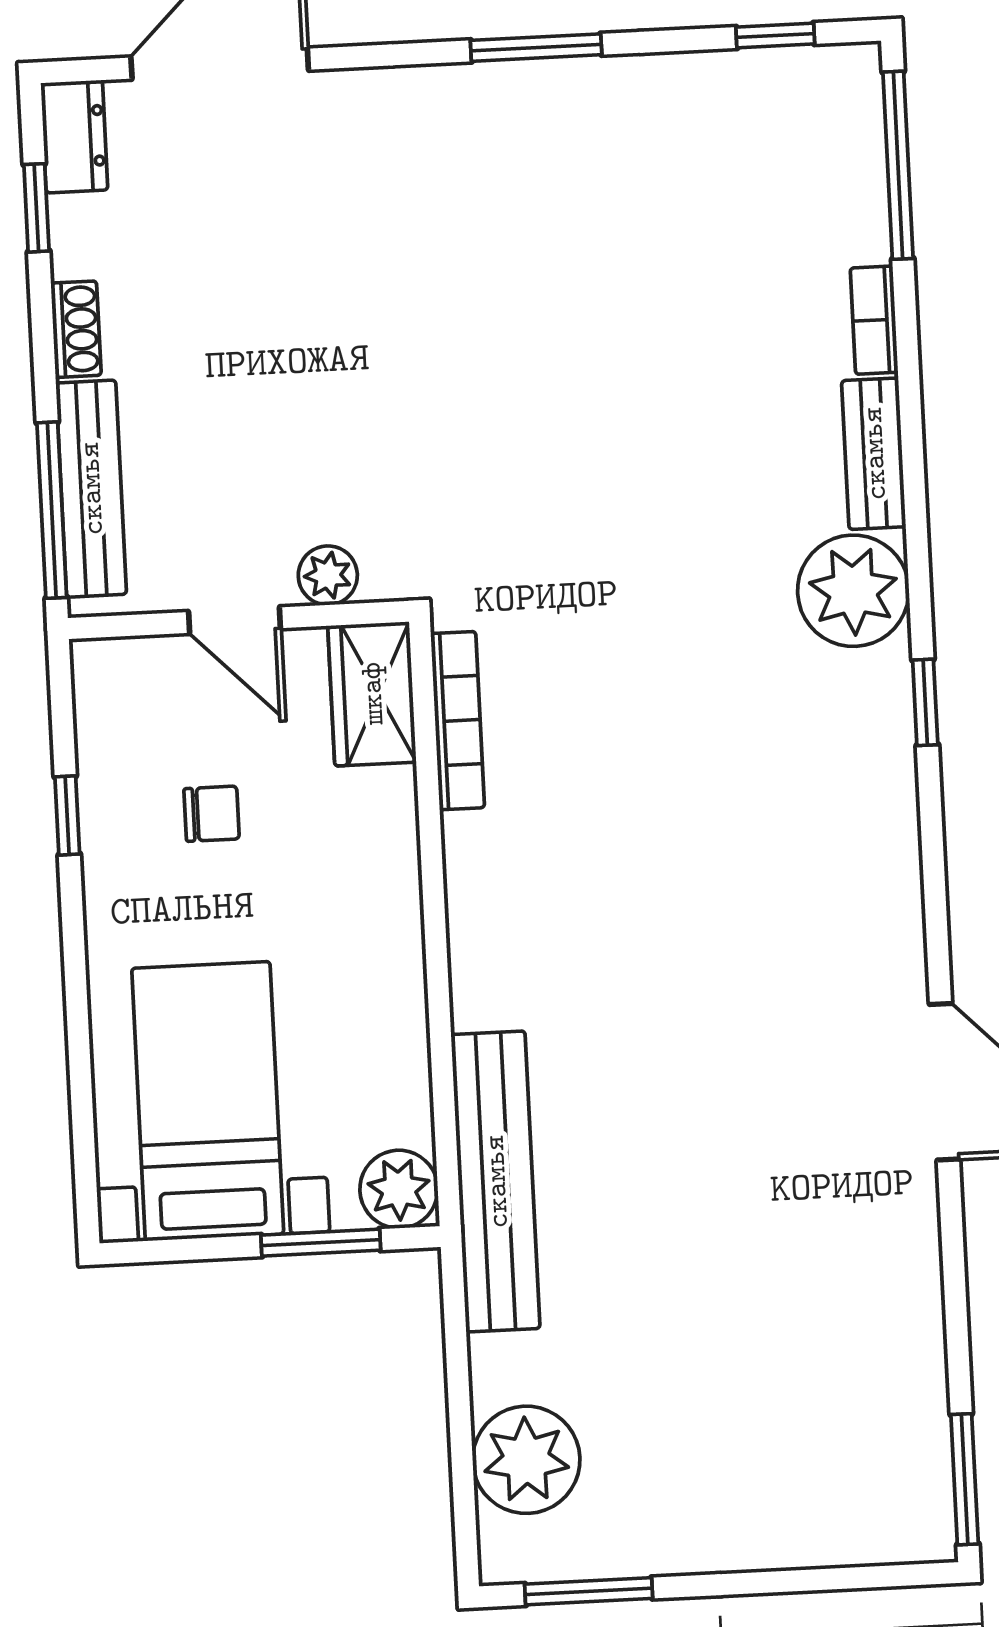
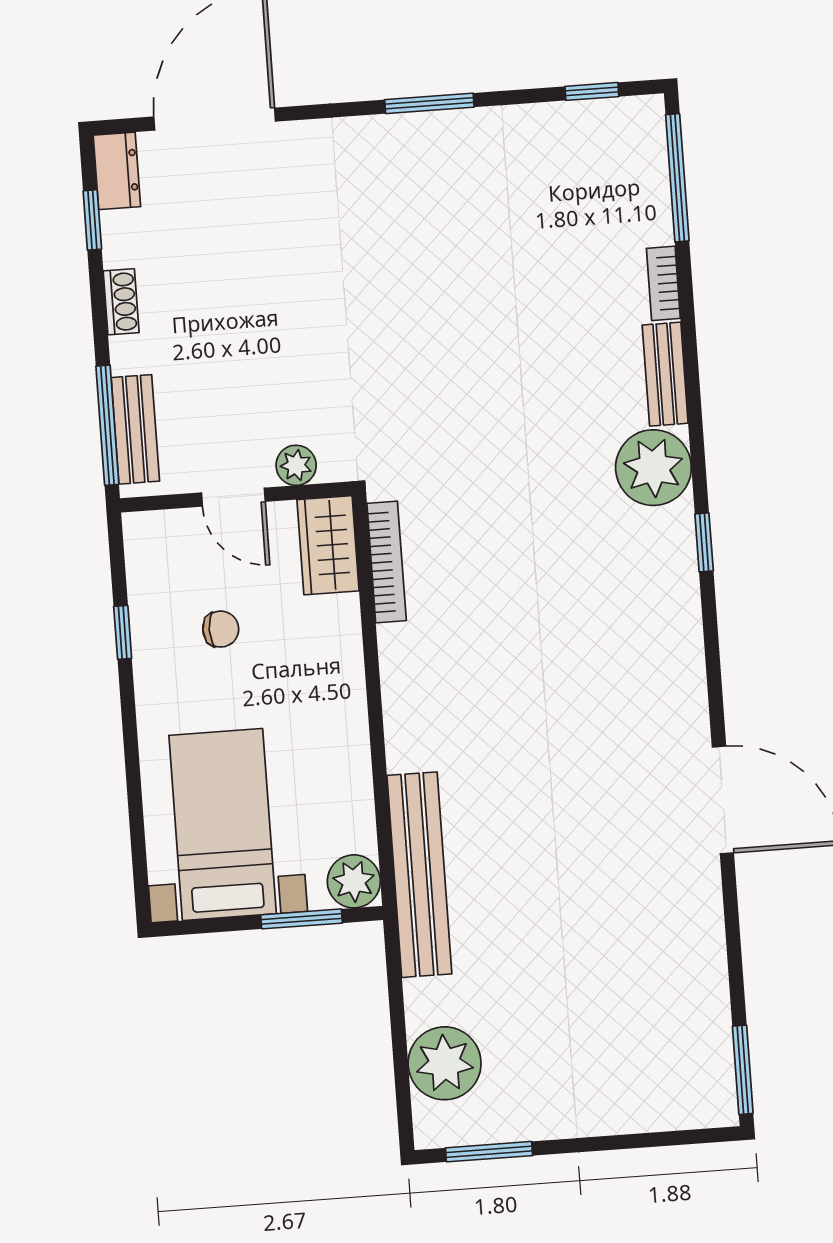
bench: (91, 489) -> (135, 429), width x0.73

